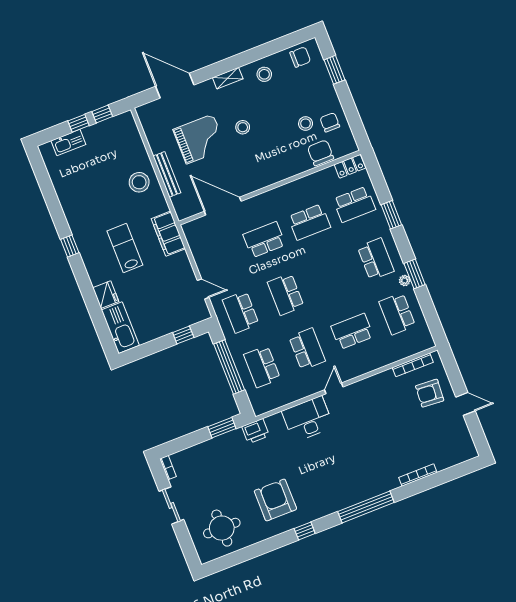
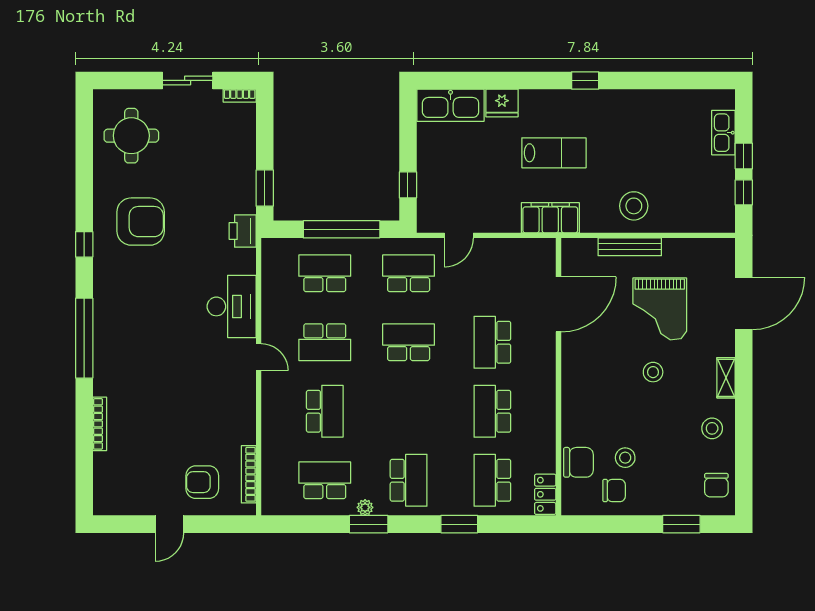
school desk: (264, 240) -> (492, 342), turned 180
school desk: (376, 259) -> (409, 480), turned -90
armchair: (430, 393) -> (202, 482), turned -94

